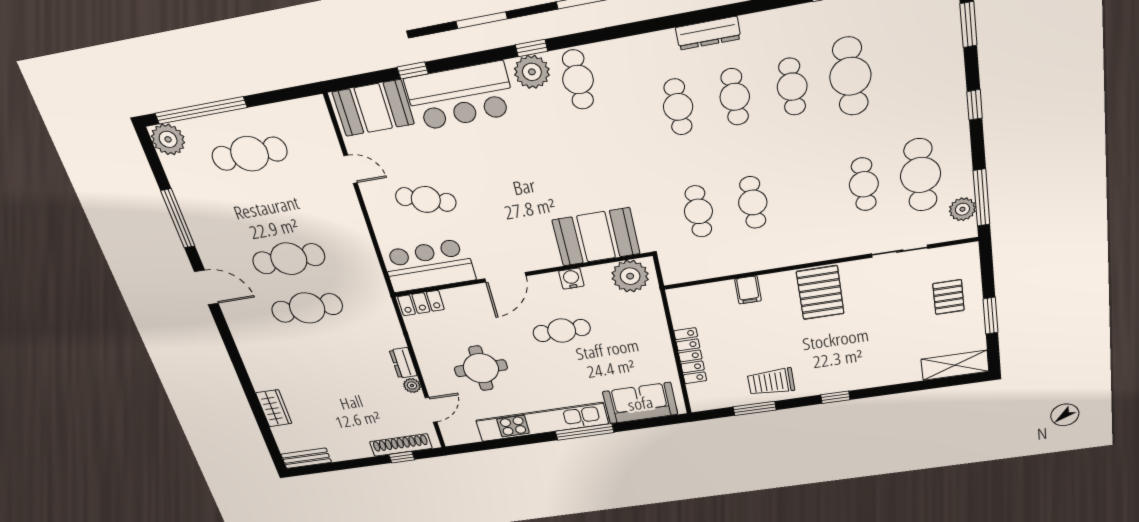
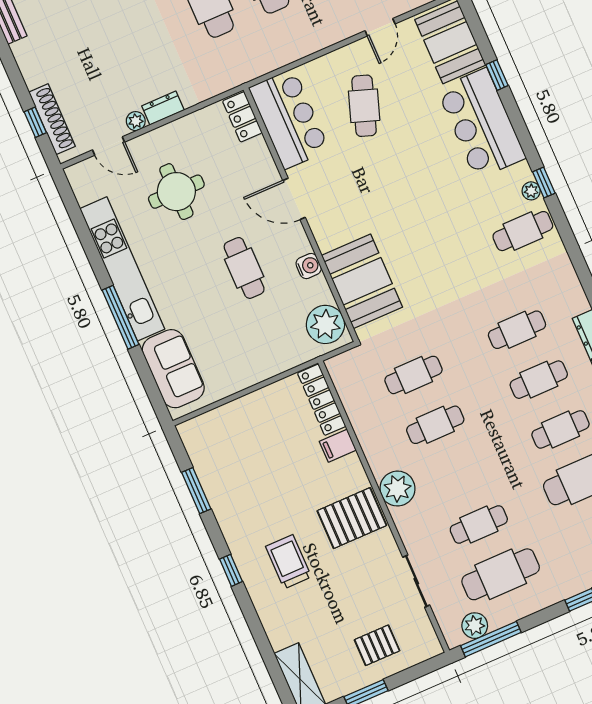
plant: (532, 72) -> (531, 191), width x0.53, depth x0.53
plant: (805, 248) -> (398, 489), added
locker: (690, 356) -> (322, 400), moved, turned 90
trolley: (771, 382) -> (288, 562), moved

